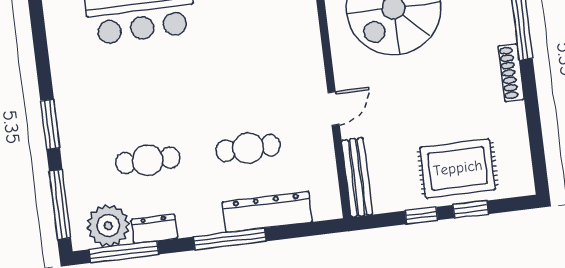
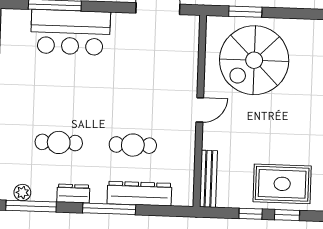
door: (334, 109) -> (200, 110), moved
plant: (108, 226) -> (22, 193), width x0.53, depth x0.53
dresser: (154, 229) -> (73, 194), moved

